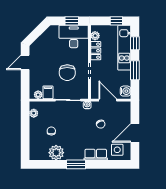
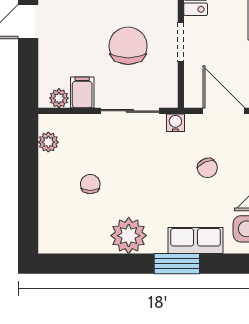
chair: (67, 73) -> (128, 46), turned 180
plant: (56, 153) -> (129, 236), moved
window: (76, 164) -> (177, 264), moved

